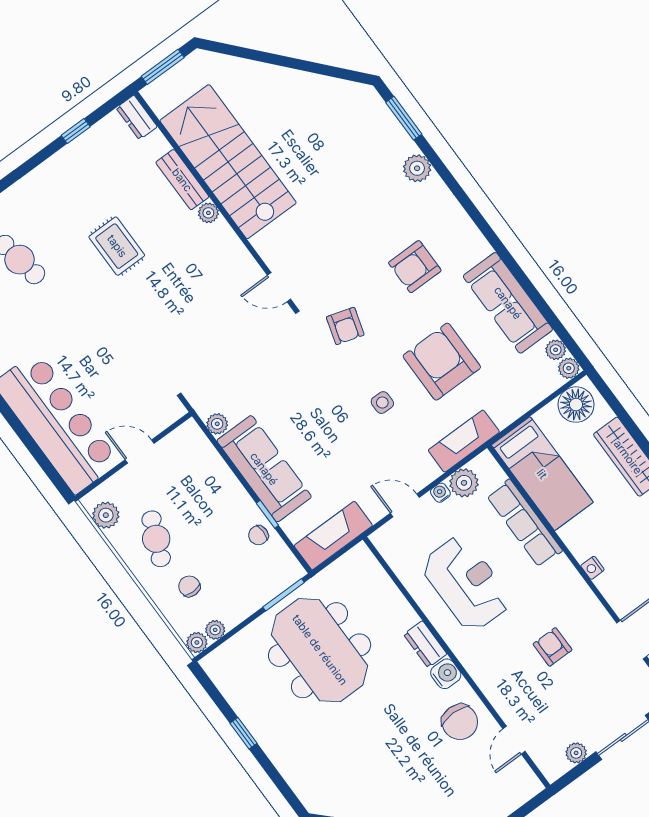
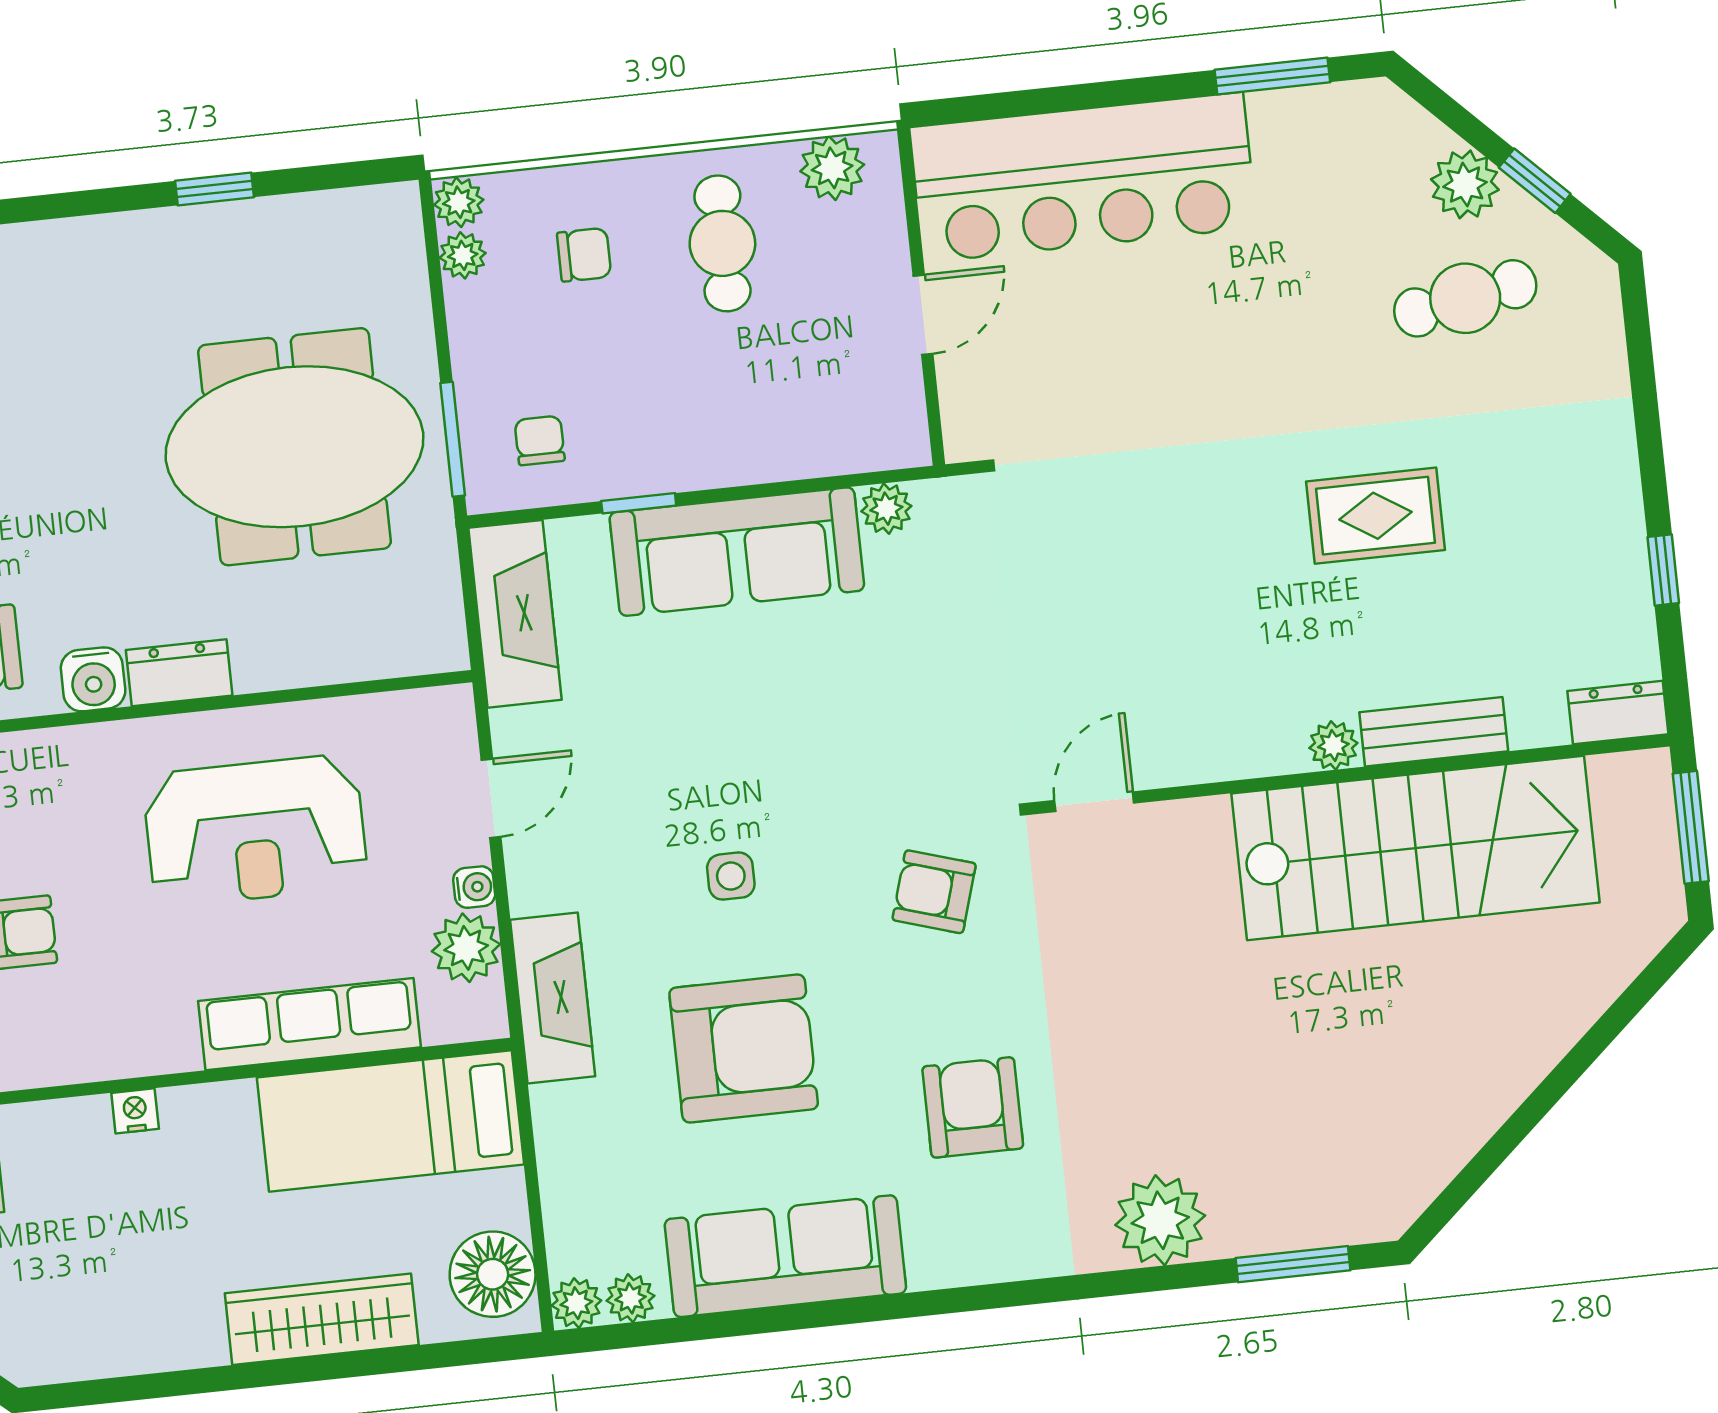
plant: (417, 168) -> (1160, 1220), width x1.36, depth x1.36
chair: (258, 535) -> (540, 440), moved
cafe table: (156, 539) -> (722, 243), turned 67

